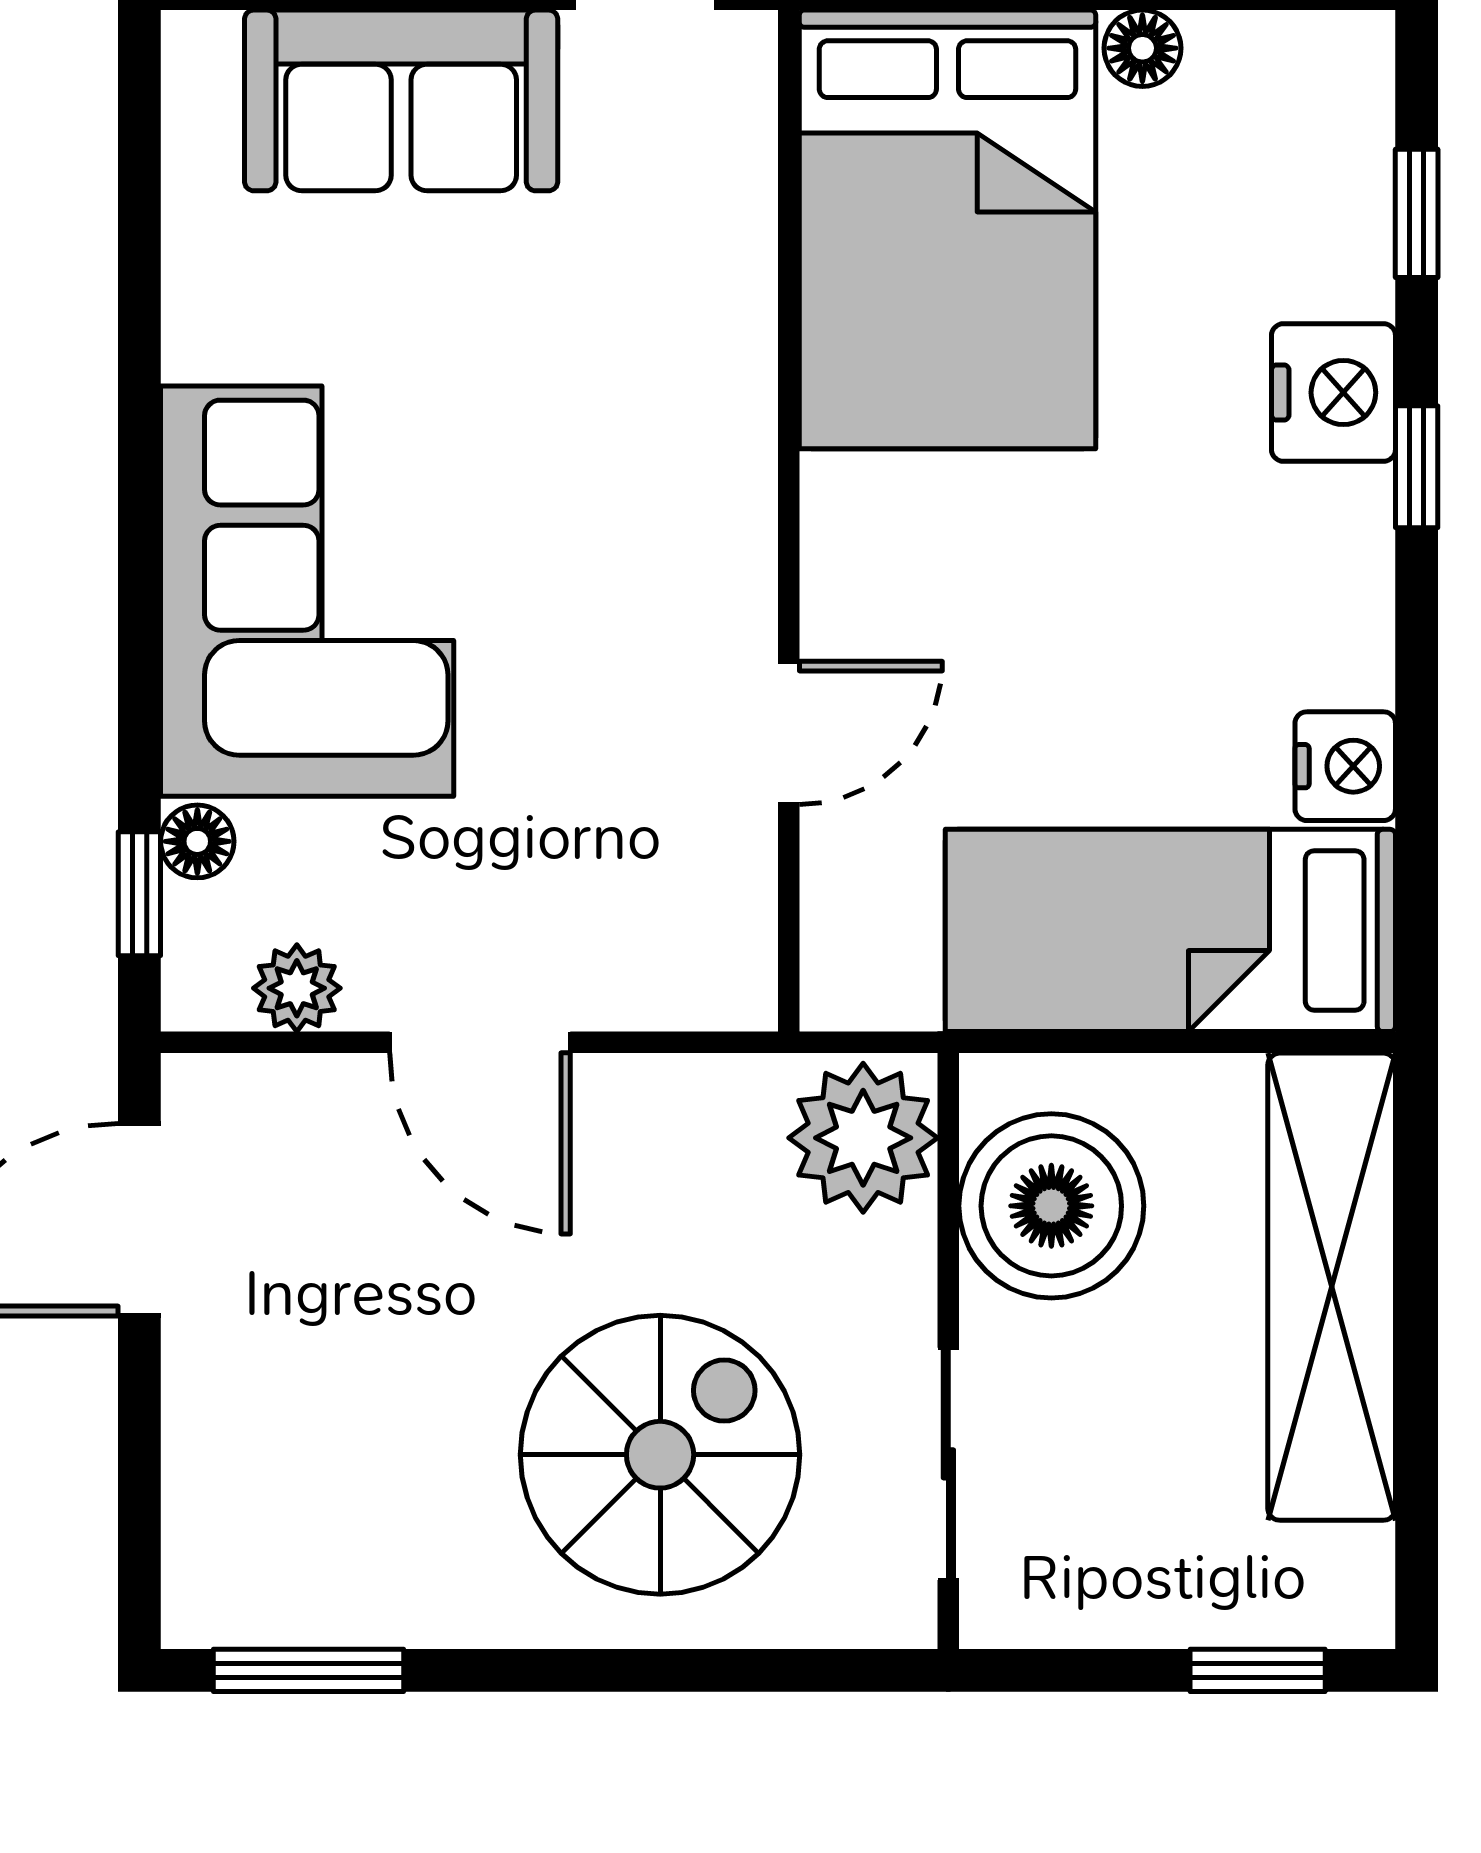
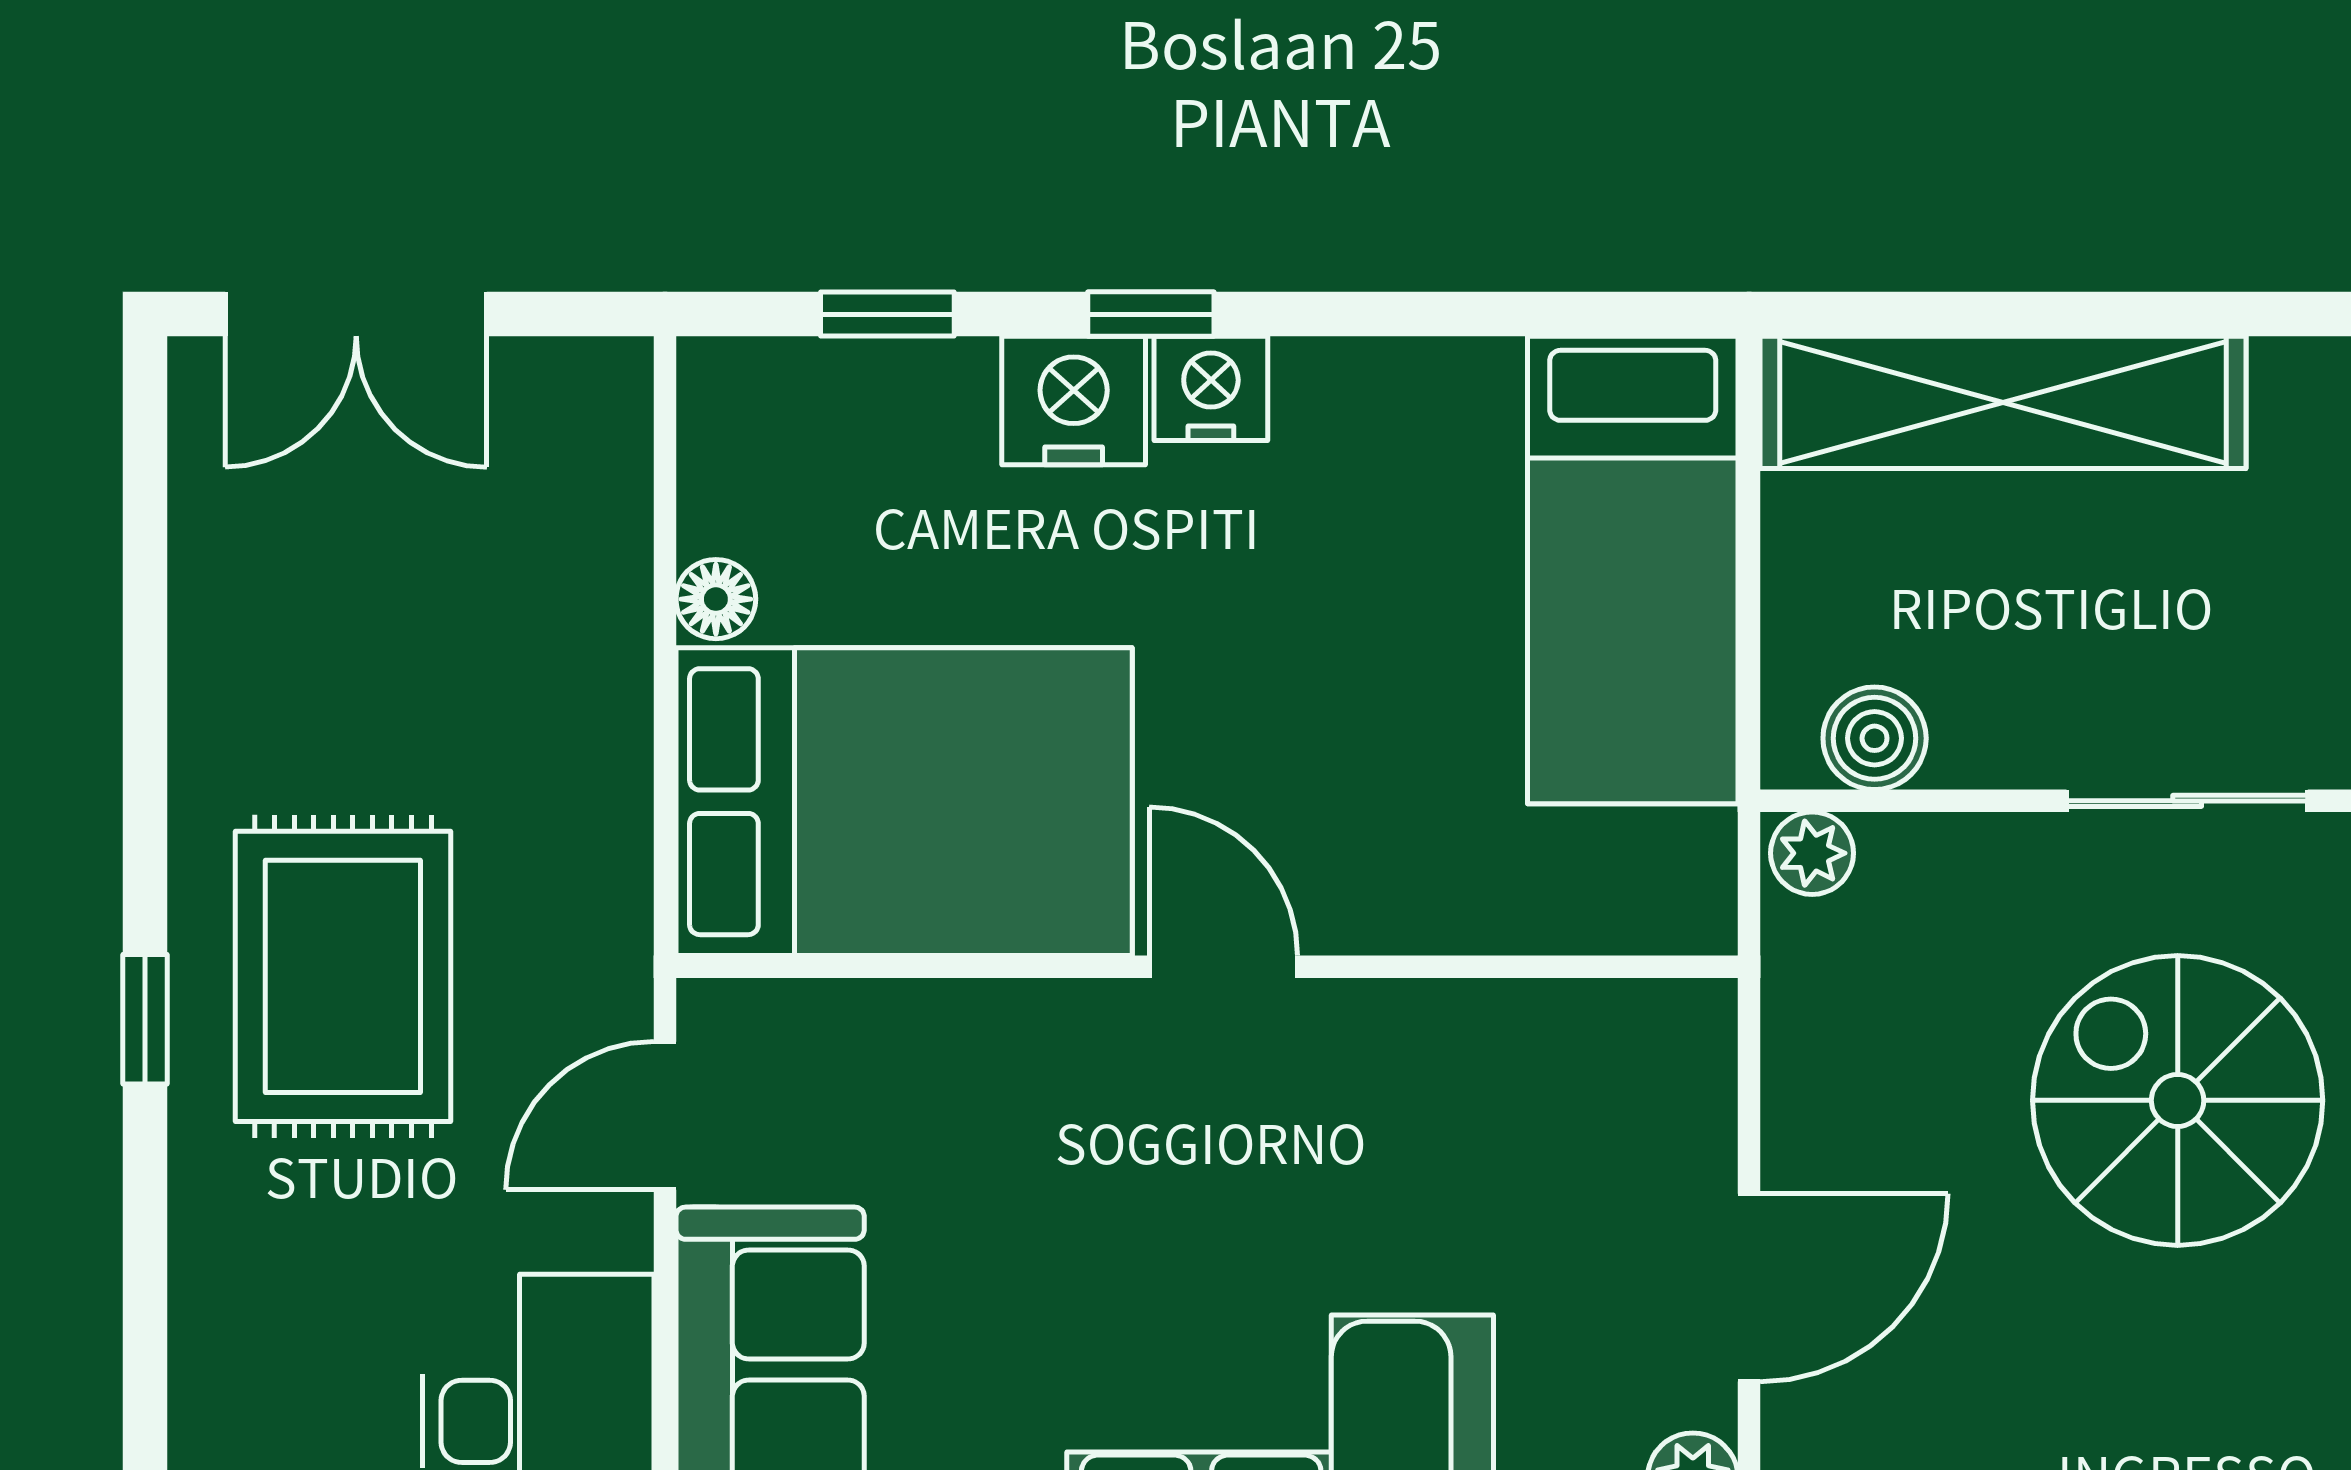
door: (789, 733) -> (1223, 967), moved
nightstand: (1345, 766) -> (1211, 388), moved
plant: (863, 1138) -> (1812, 853), width x0.53, depth x0.53
boiler: (1051, 1206) -> (1875, 738), width x0.54, depth x0.54

